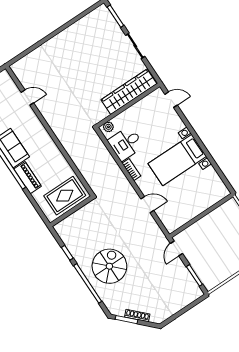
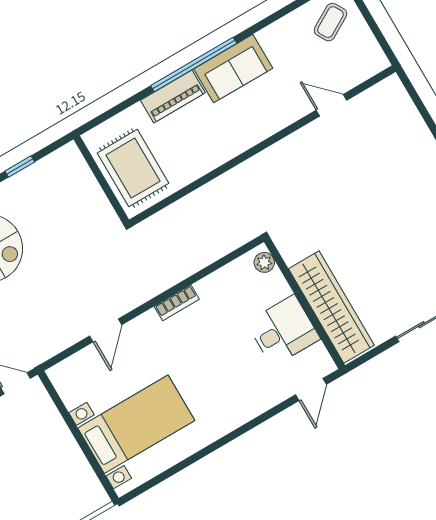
door: (27, 98) -> (331, 105), swing flipped
desk: (126, 143) -> (283, 331), moved, turned 90
bed with nightstands: (177, 160) -> (136, 424), moved, turned 90

